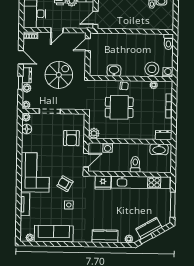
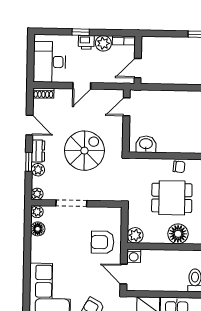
washbasin: (114, 71) -> (146, 144), moved
floor lamp: (123, 132) -> (178, 234), added
armchair: (71, 138) -> (103, 242), turned 90
washing machine: (108, 148) -> (134, 256), moved
door: (86, 160) -> (124, 274), swing flipped

